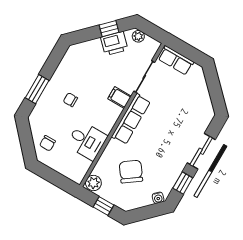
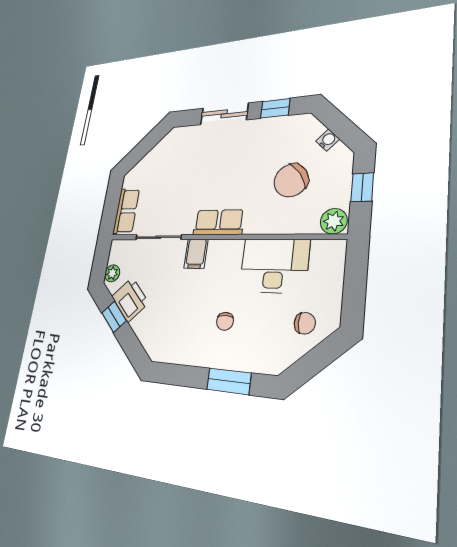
row of seats: (131, 119) -> (218, 222), width x0.68
desk: (87, 141) -> (274, 266), width x1.37
water cooler: (158, 198) -> (328, 140), moved

